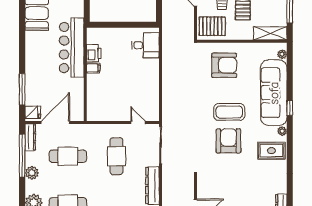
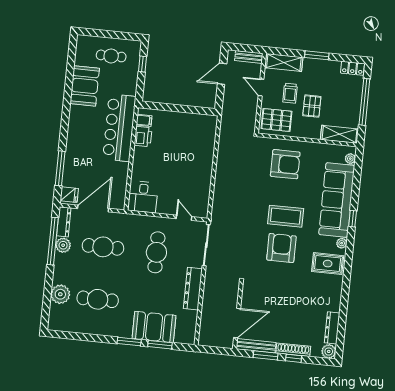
desk: (146, 45) -> (143, 197), moved, turned 90
filing cabinet: (93, 68) -> (144, 120), moved
plant: (32, 173) -> (63, 245), moved

